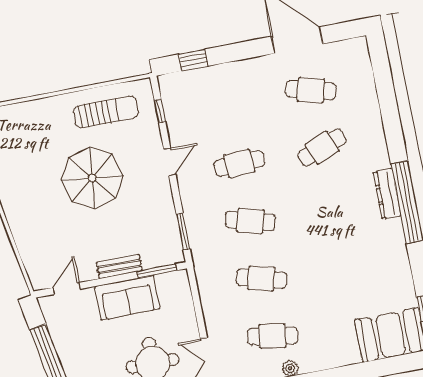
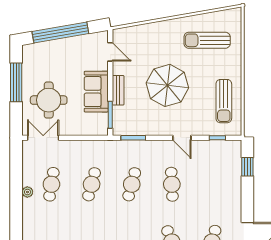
sun lounger: (23, 153) -> (207, 40), added
parasol: (92, 178) -> (167, 85), moved

